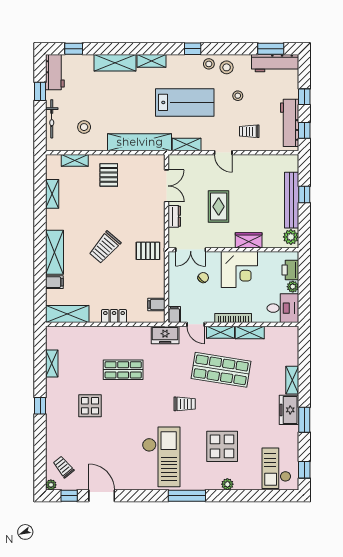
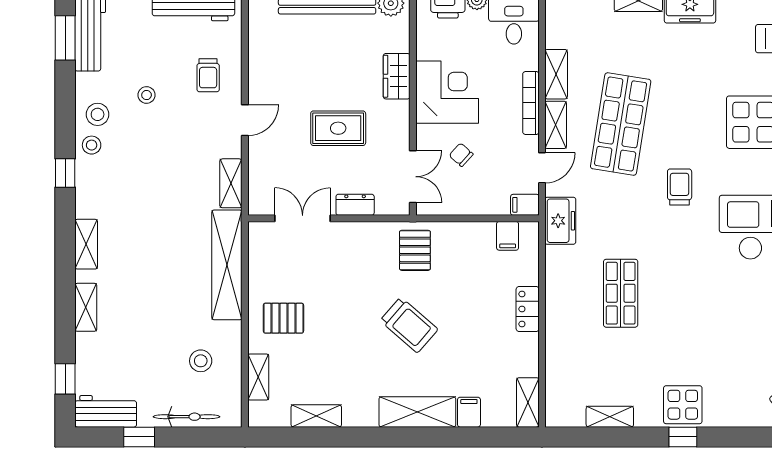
shelving: (115, 63) -> (86, 307), width x0.67, depth x0.75
lab bench: (185, 102) -> (158, 187), removed
shelving: (67, 314) -> (528, 402), width x0.67, depth x0.75
display table: (90, 406) -> (683, 405), moved

